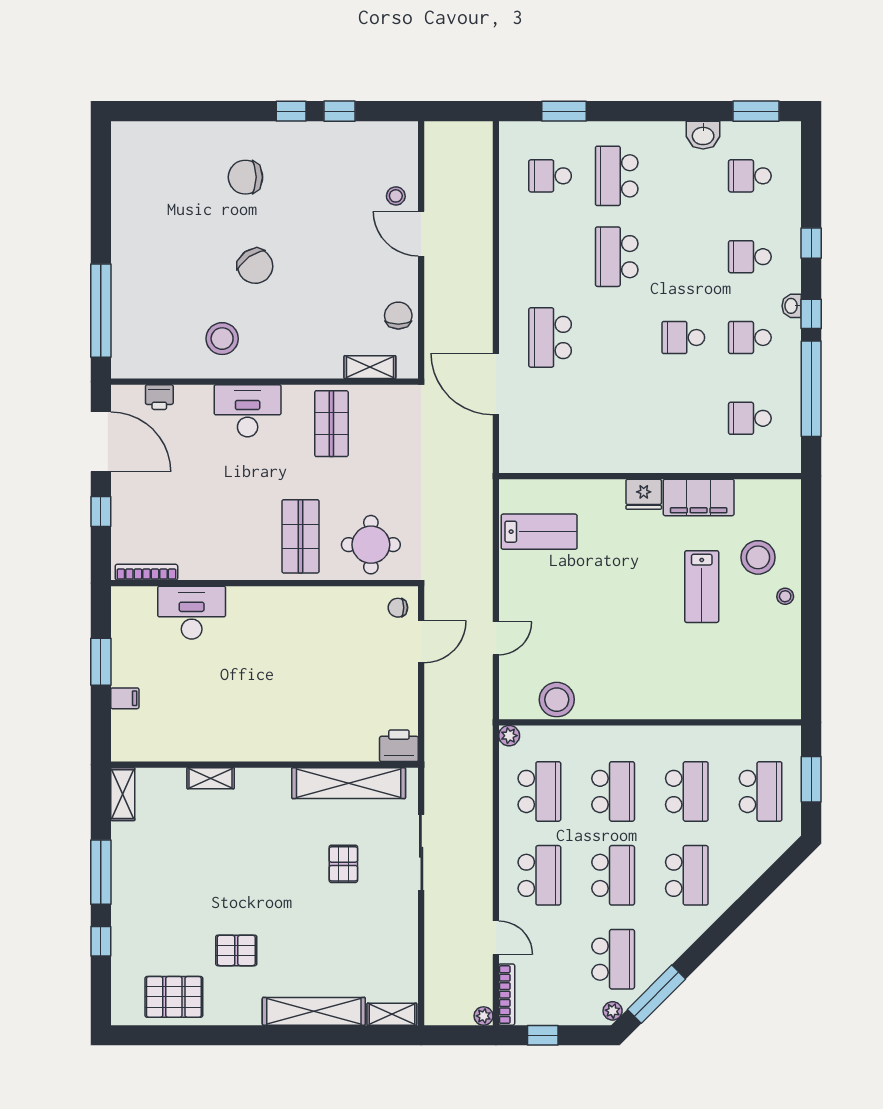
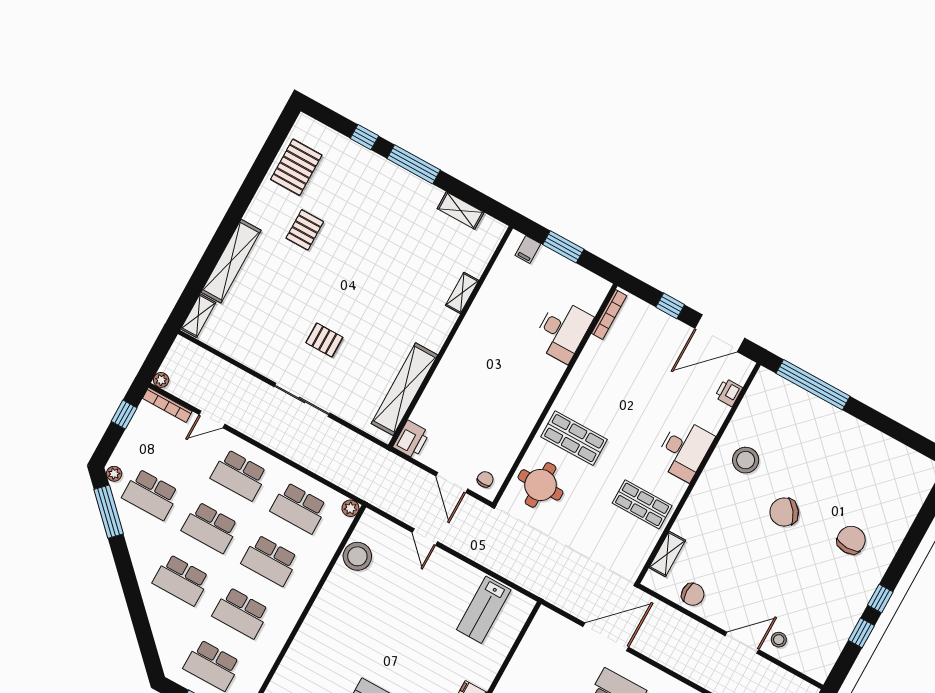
printer: (399, 746) -> (411, 440), moved
wall: (264, 765) -> (451, 337), moved
shelving: (211, 778) -> (462, 293), moved
shelving: (349, 783) -> (404, 389), moved

